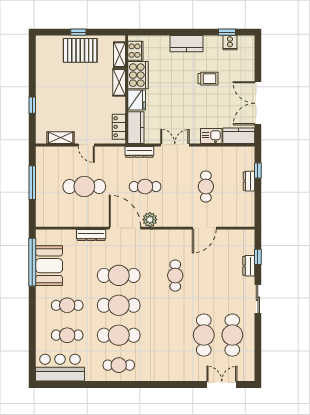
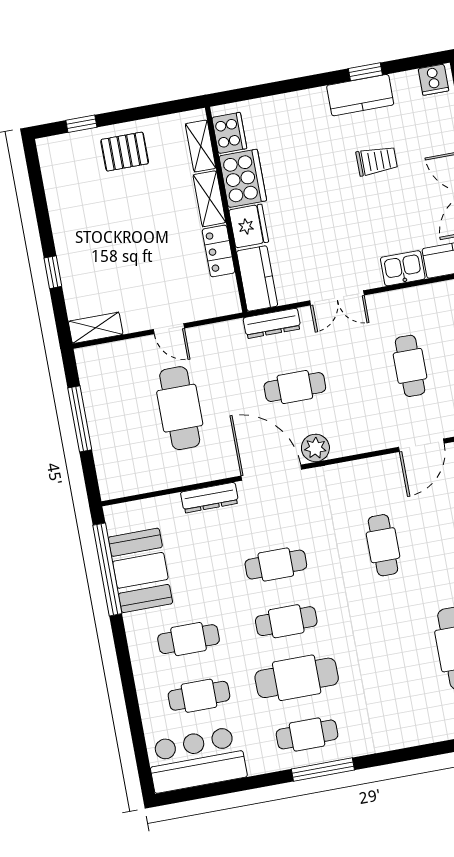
window: (78, 32) -> (81, 124), moved
window: (227, 32) -> (365, 72), moved
cooker: (230, 43) -> (433, 80), moved
kitchen counter: (186, 44) -> (360, 95), moved
pallet: (80, 50) -> (125, 152), width x0.67, depth x0.71
locker: (119, 127) -> (219, 251), moved
shelving: (61, 138) -> (96, 328), moved
double door: (175, 145) -> (337, 298), swing flipped
cafe table: (84, 187) -> (180, 408), turned 90
cafe table: (119, 275) -> (276, 565), width x0.73, depth x0.74
cafe table: (119, 305) -> (286, 621), width x0.73, depth x0.74
window: (123, 384) -> (323, 770), added

